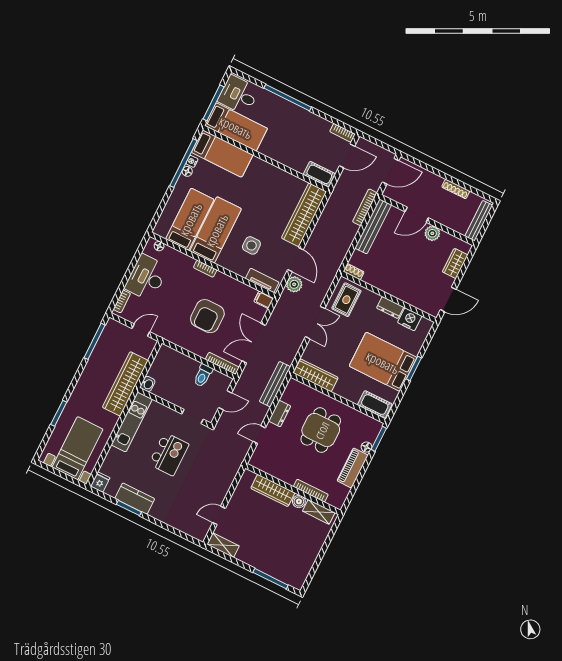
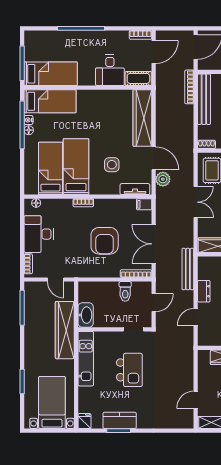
desk: (238, 95) -> (110, 70), moved, turned -90
door: (141, 330) -> (56, 279), swing flipped
washbasin: (148, 384) -> (86, 315), width x1.91, depth x1.45

